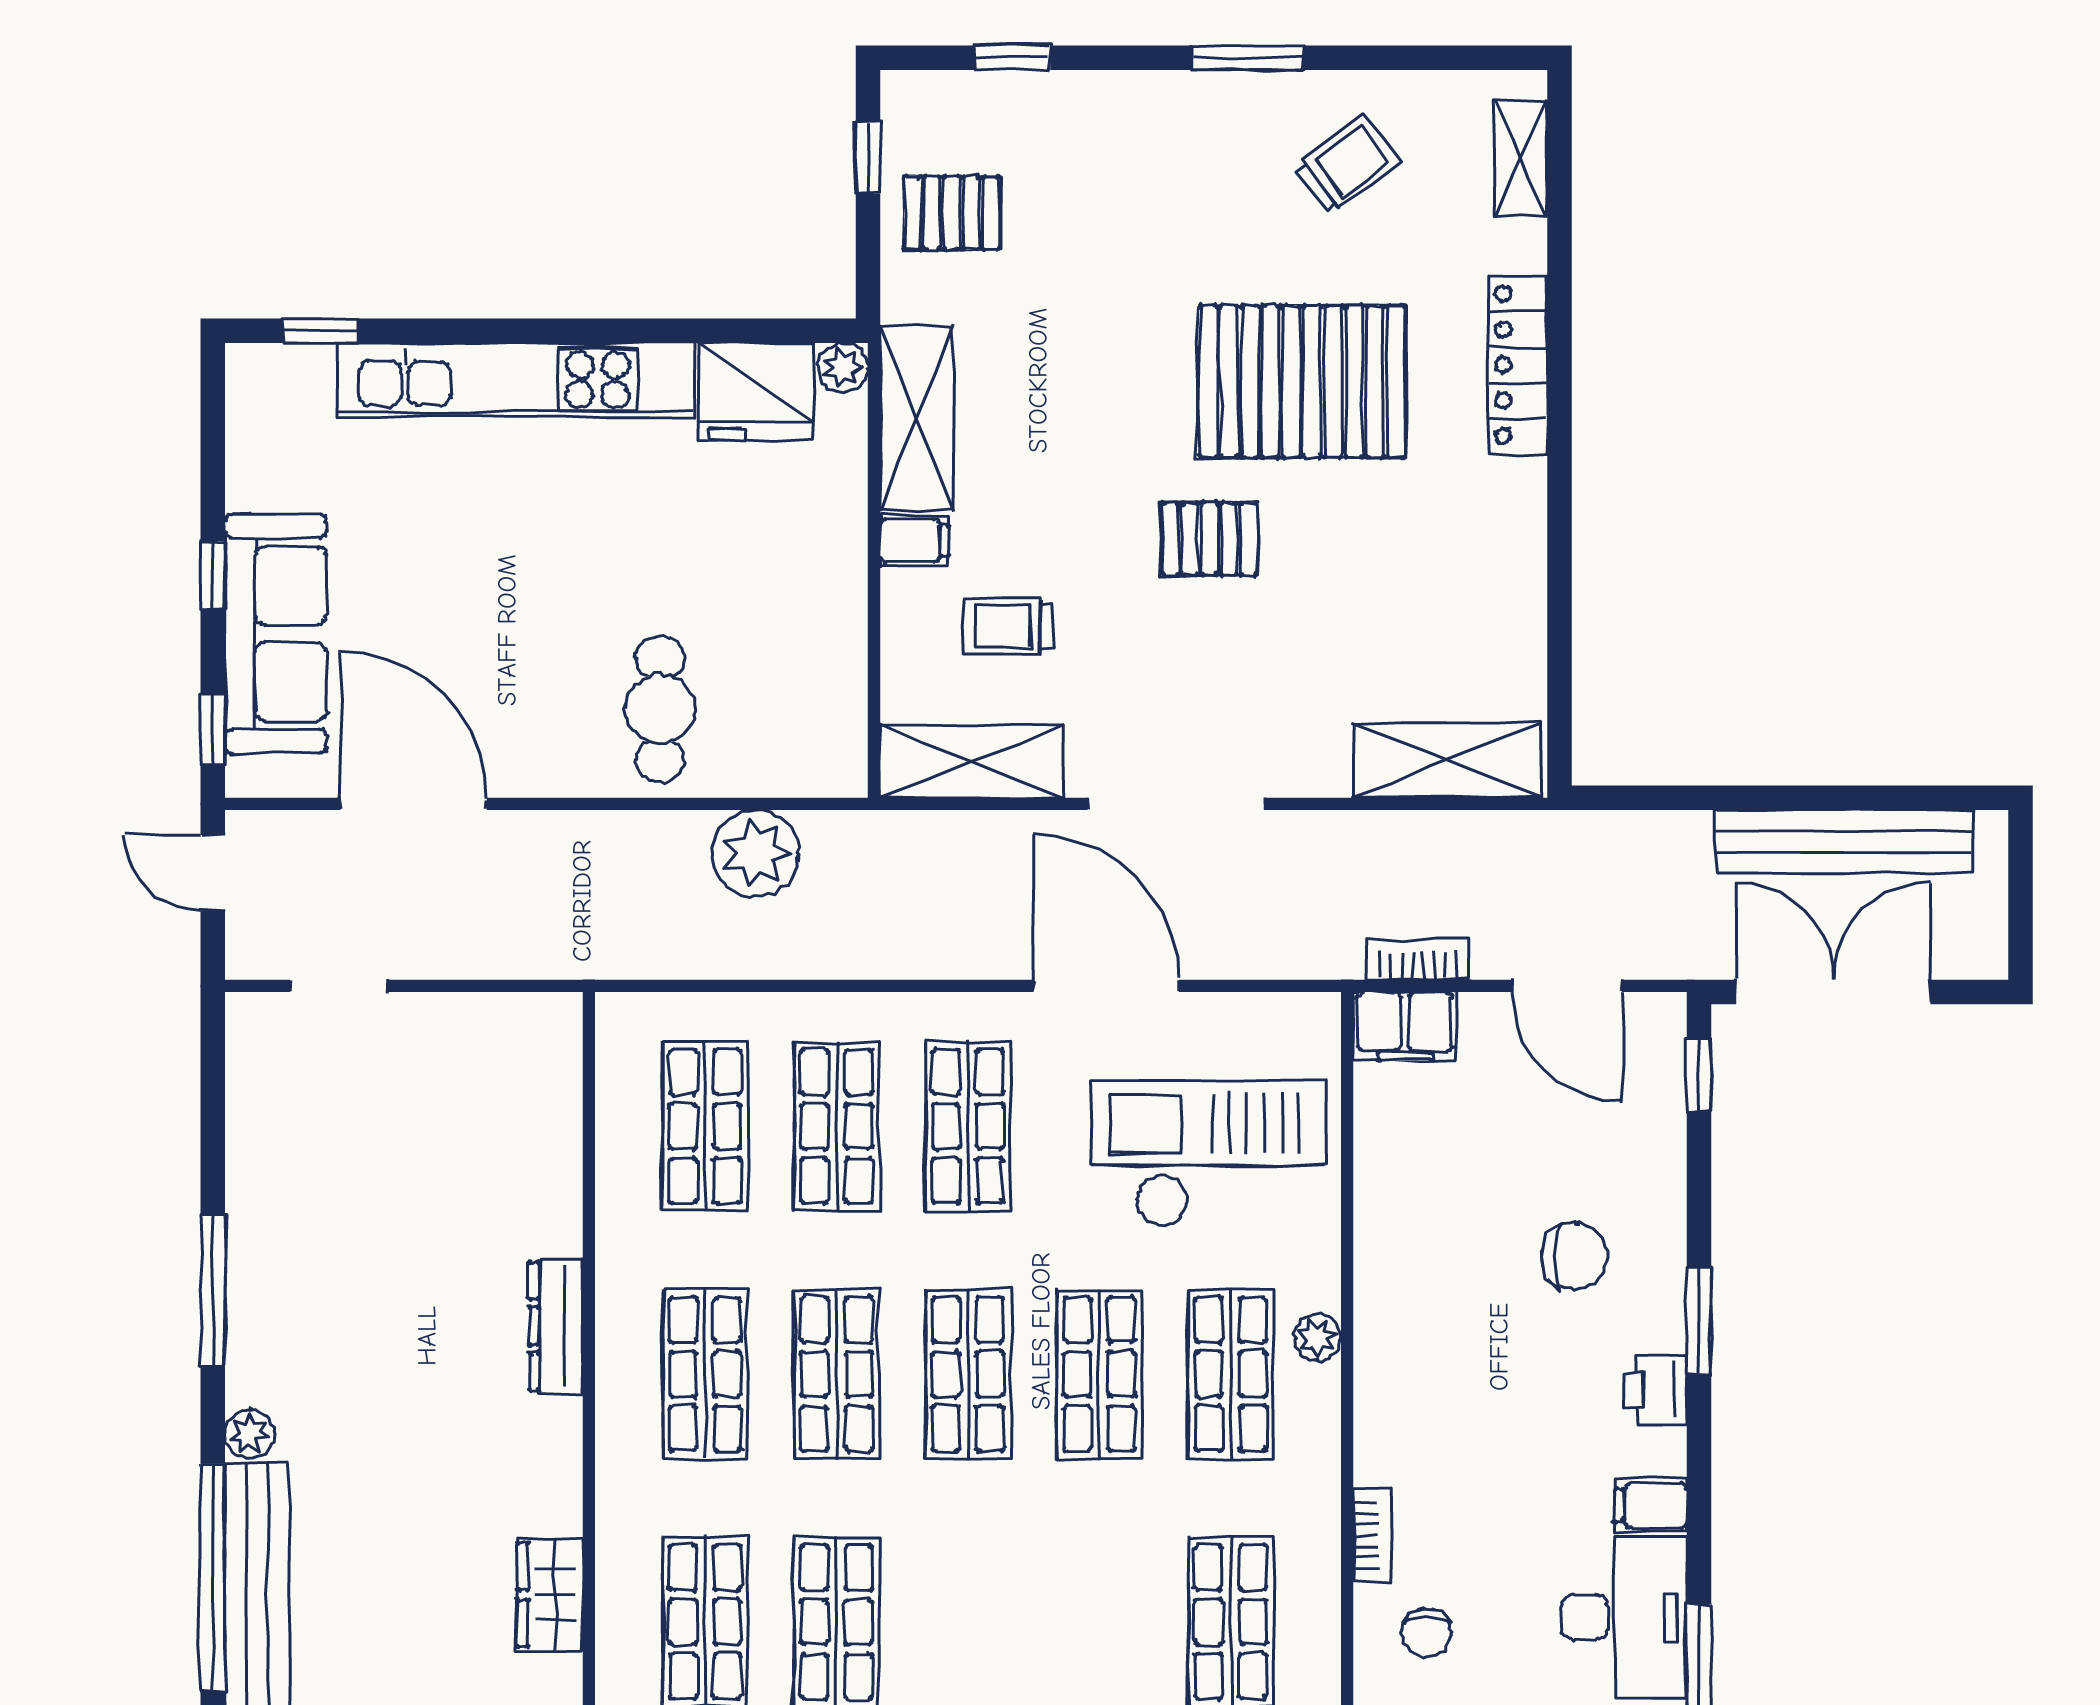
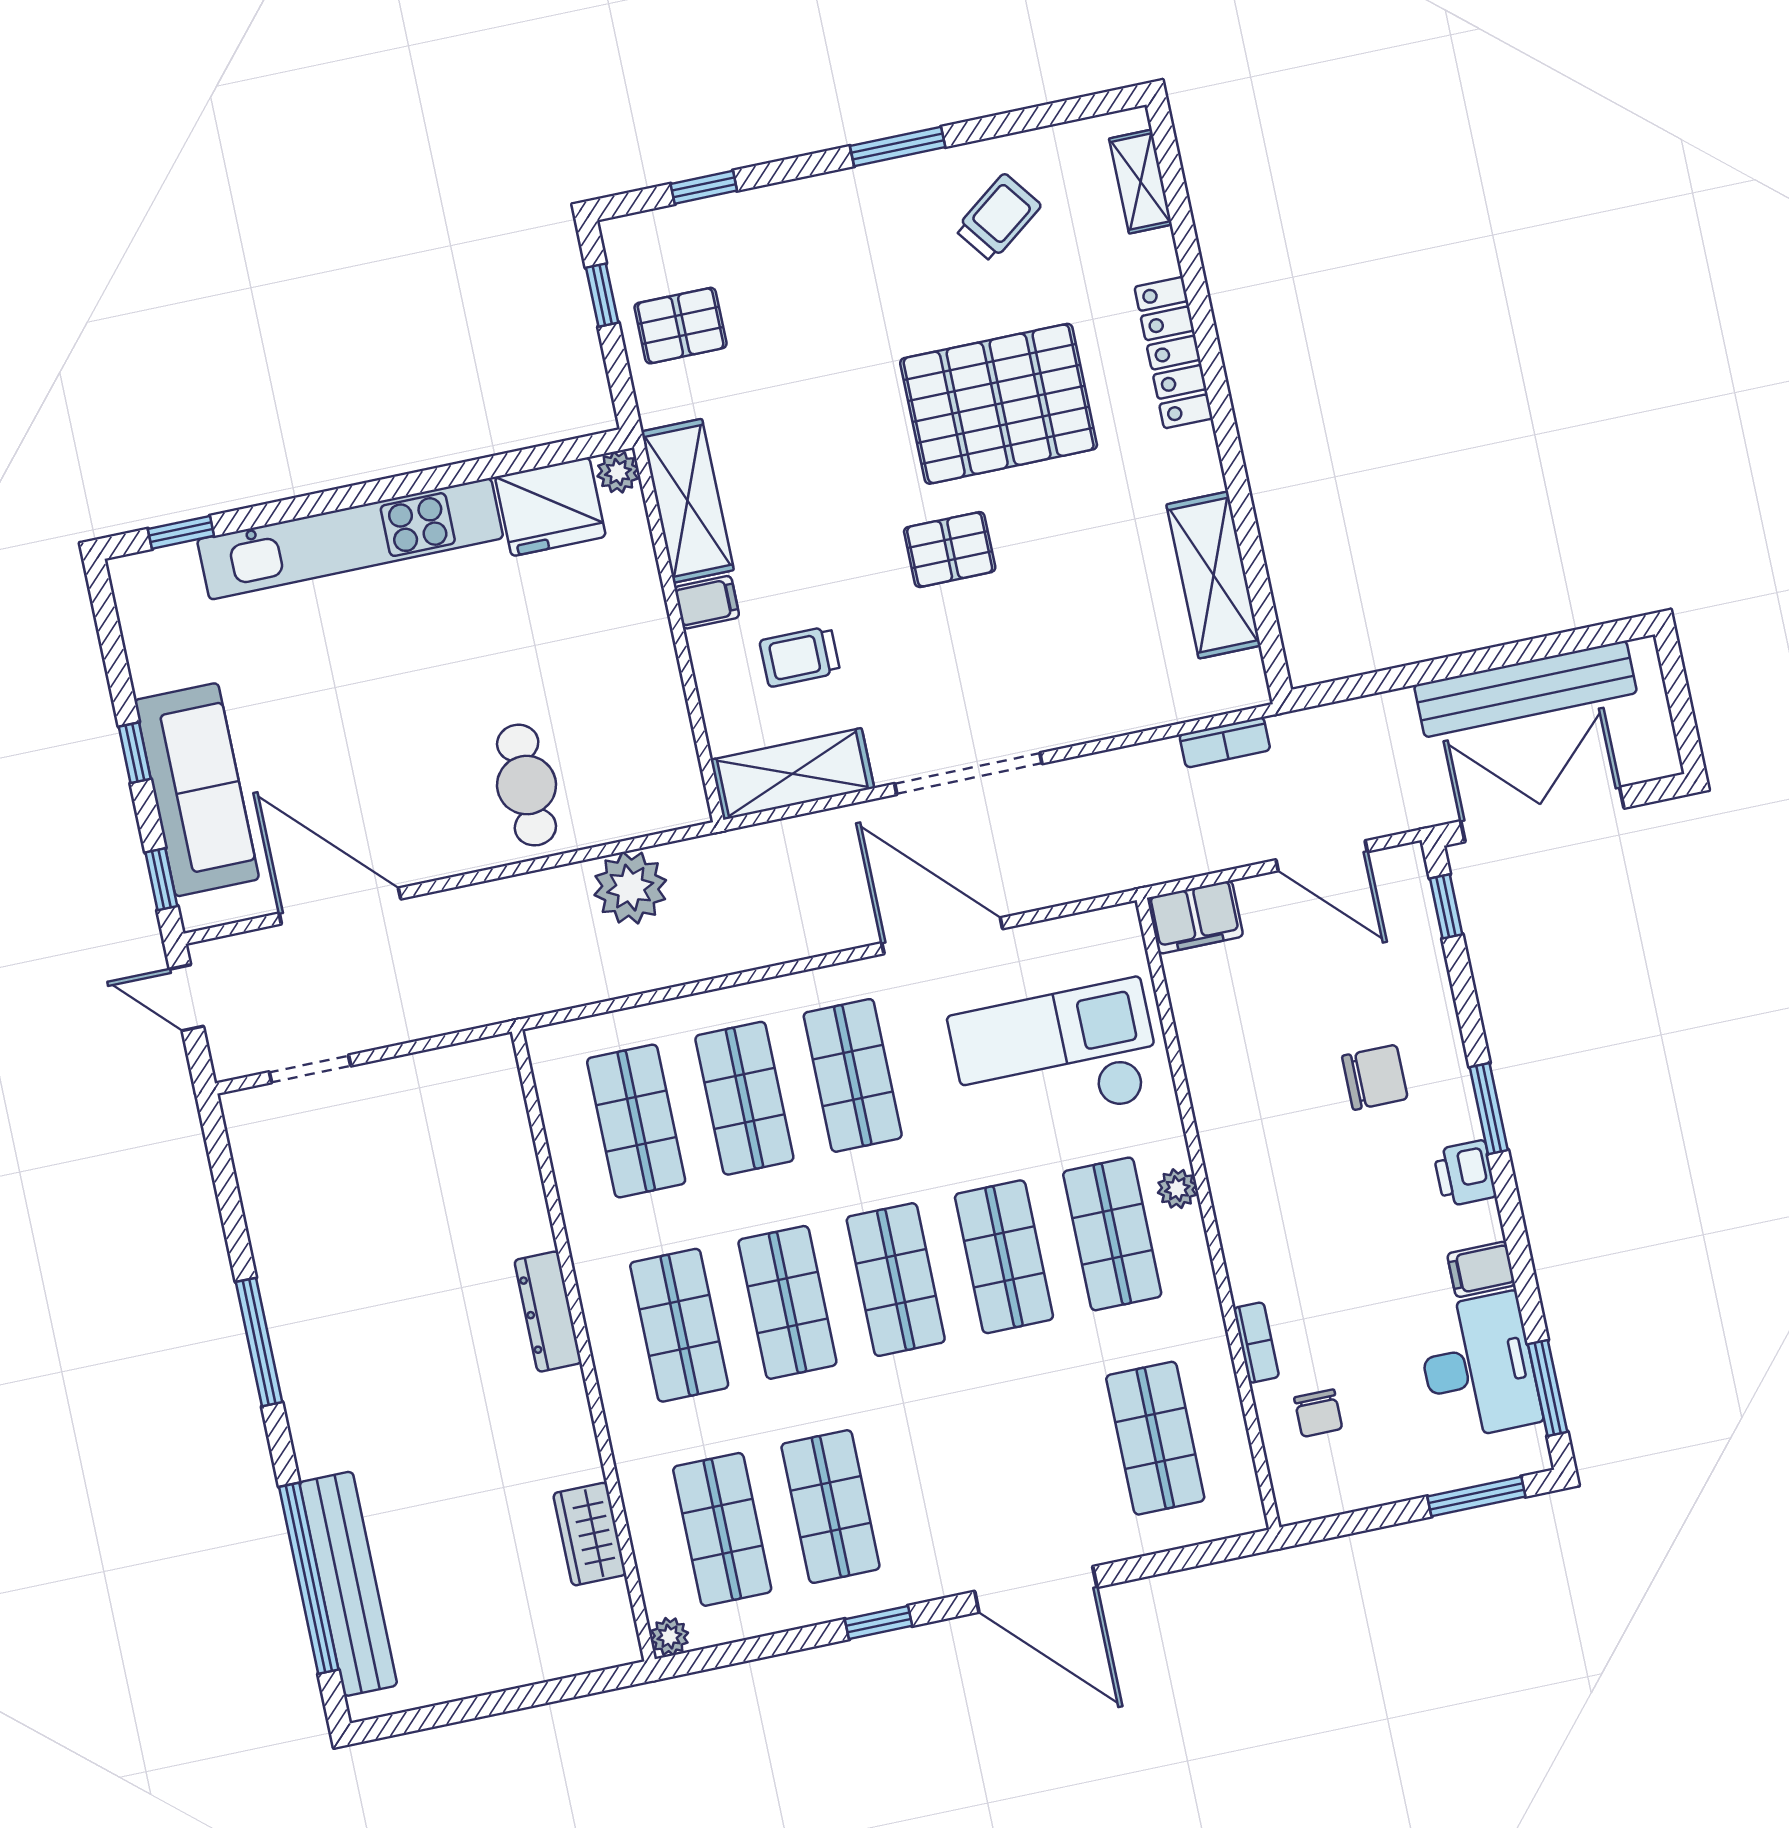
shelving: (1447, 760) -> (1213, 575), moved, turned 90
bookcase: (1418, 959) -> (1225, 742), moved, turned 180
plant: (249, 1434) -> (314, 1454), removed

